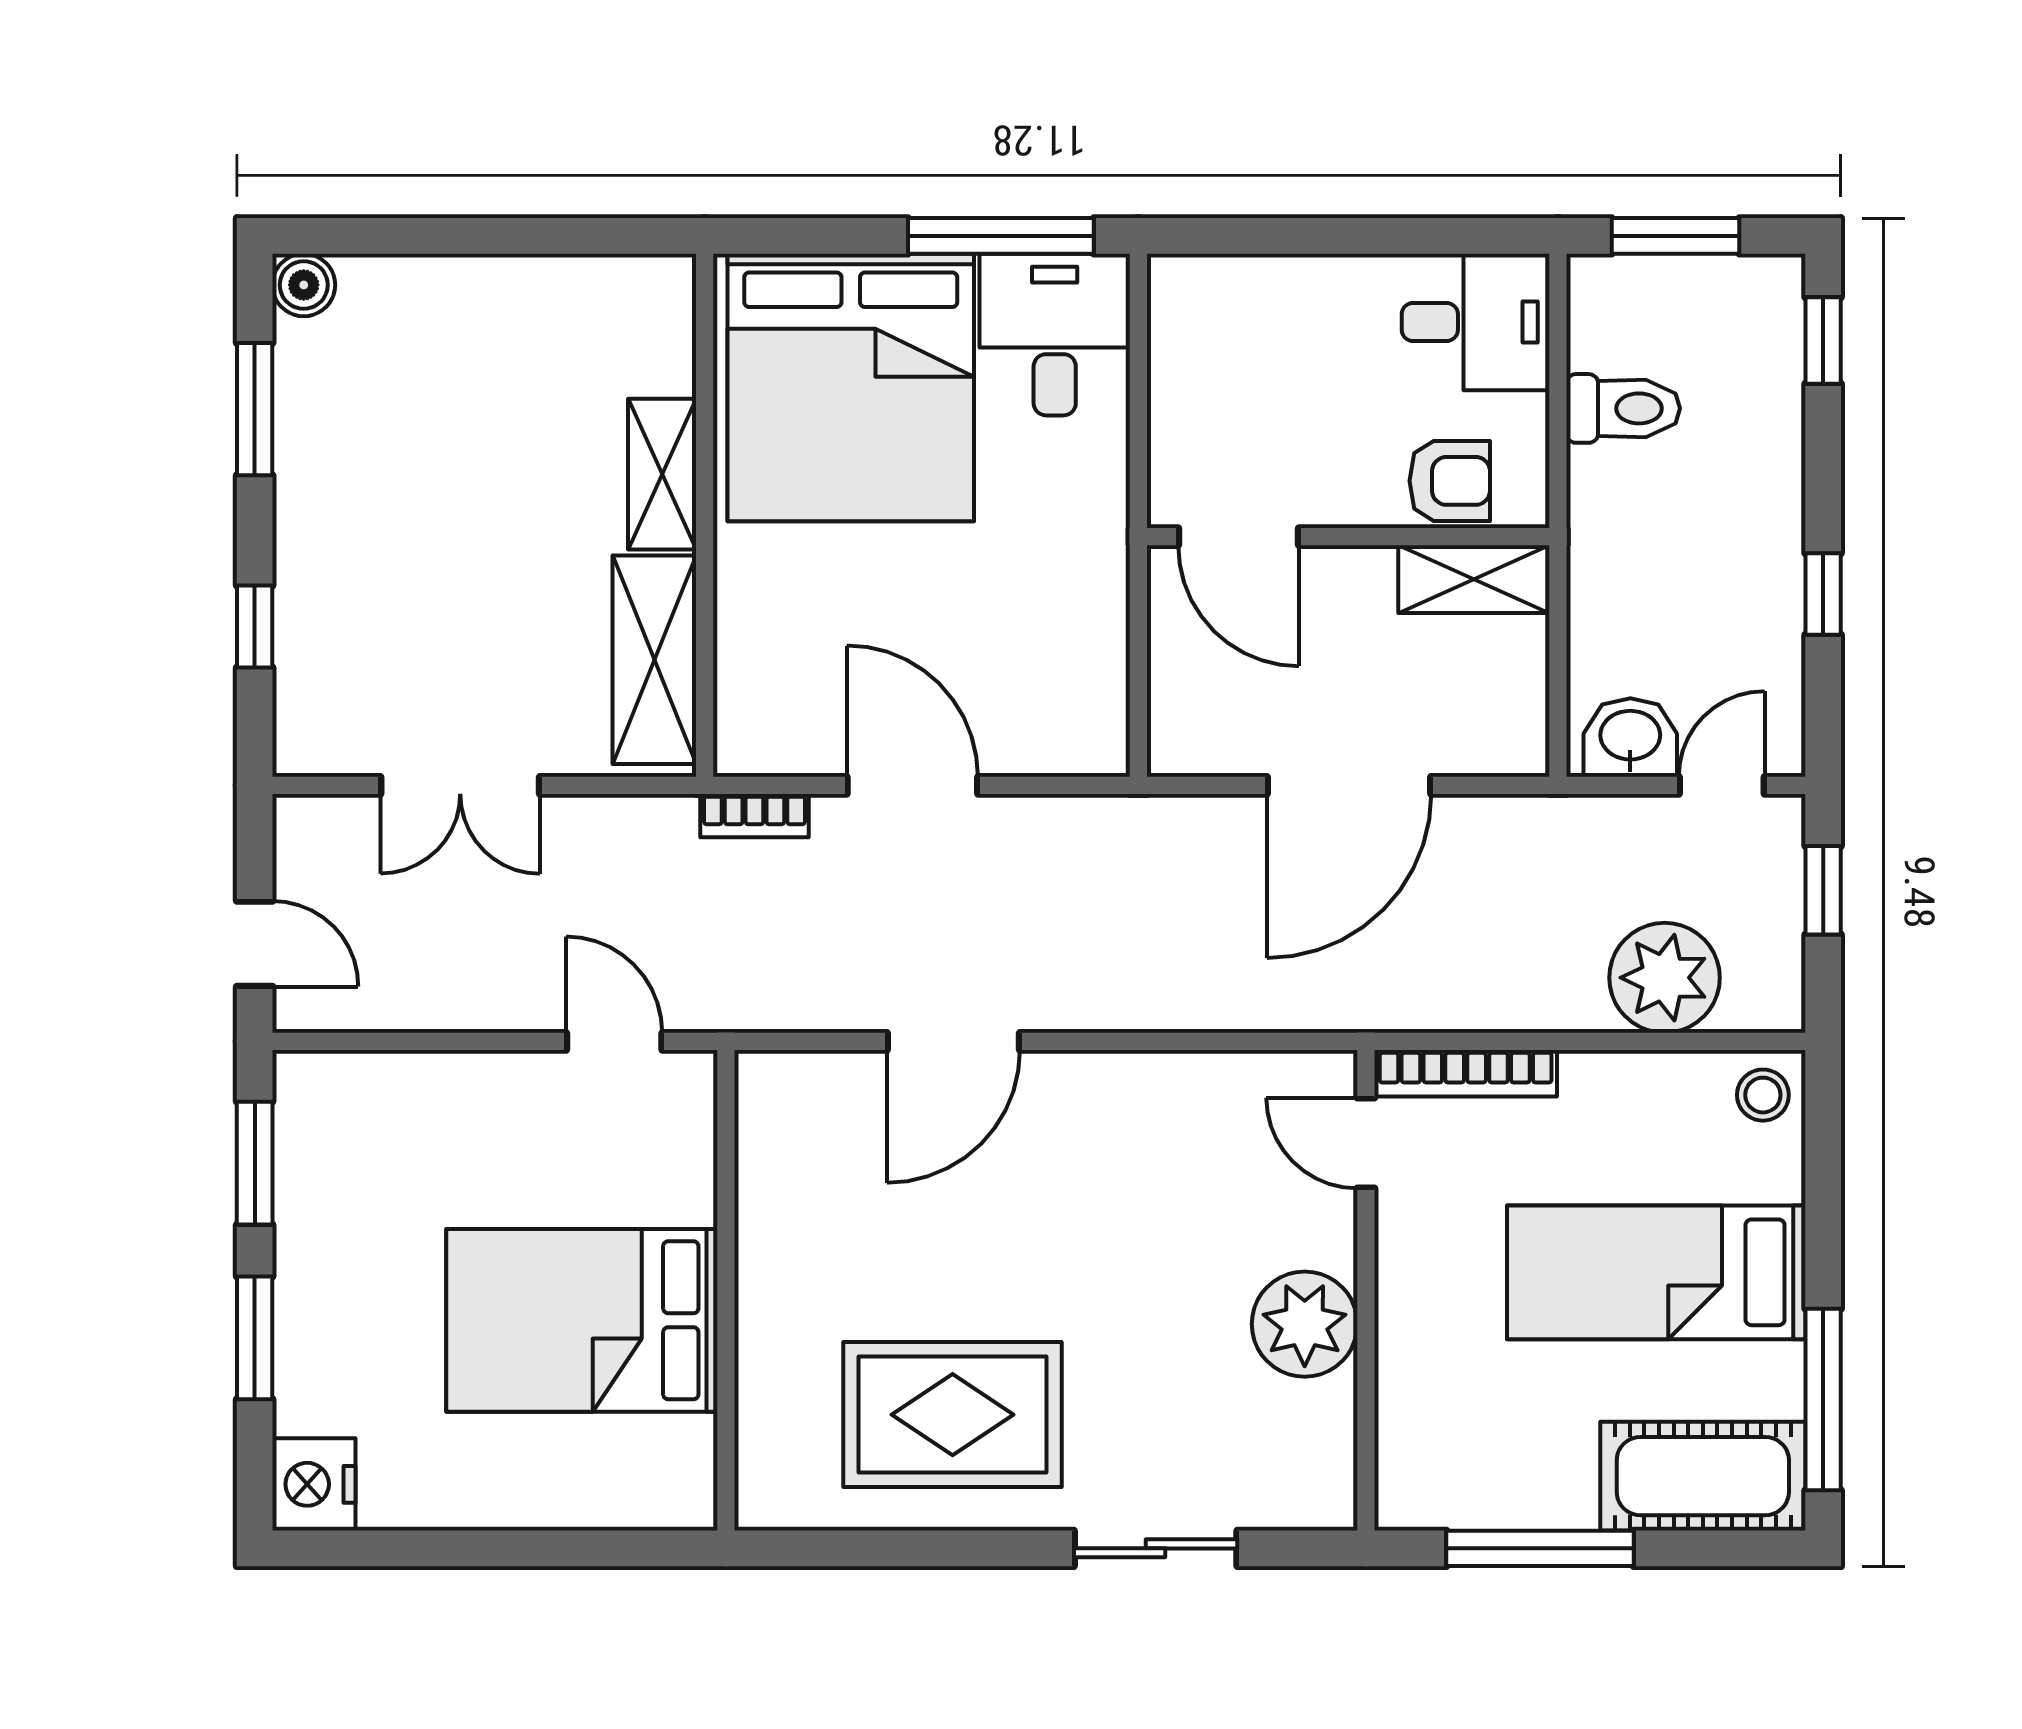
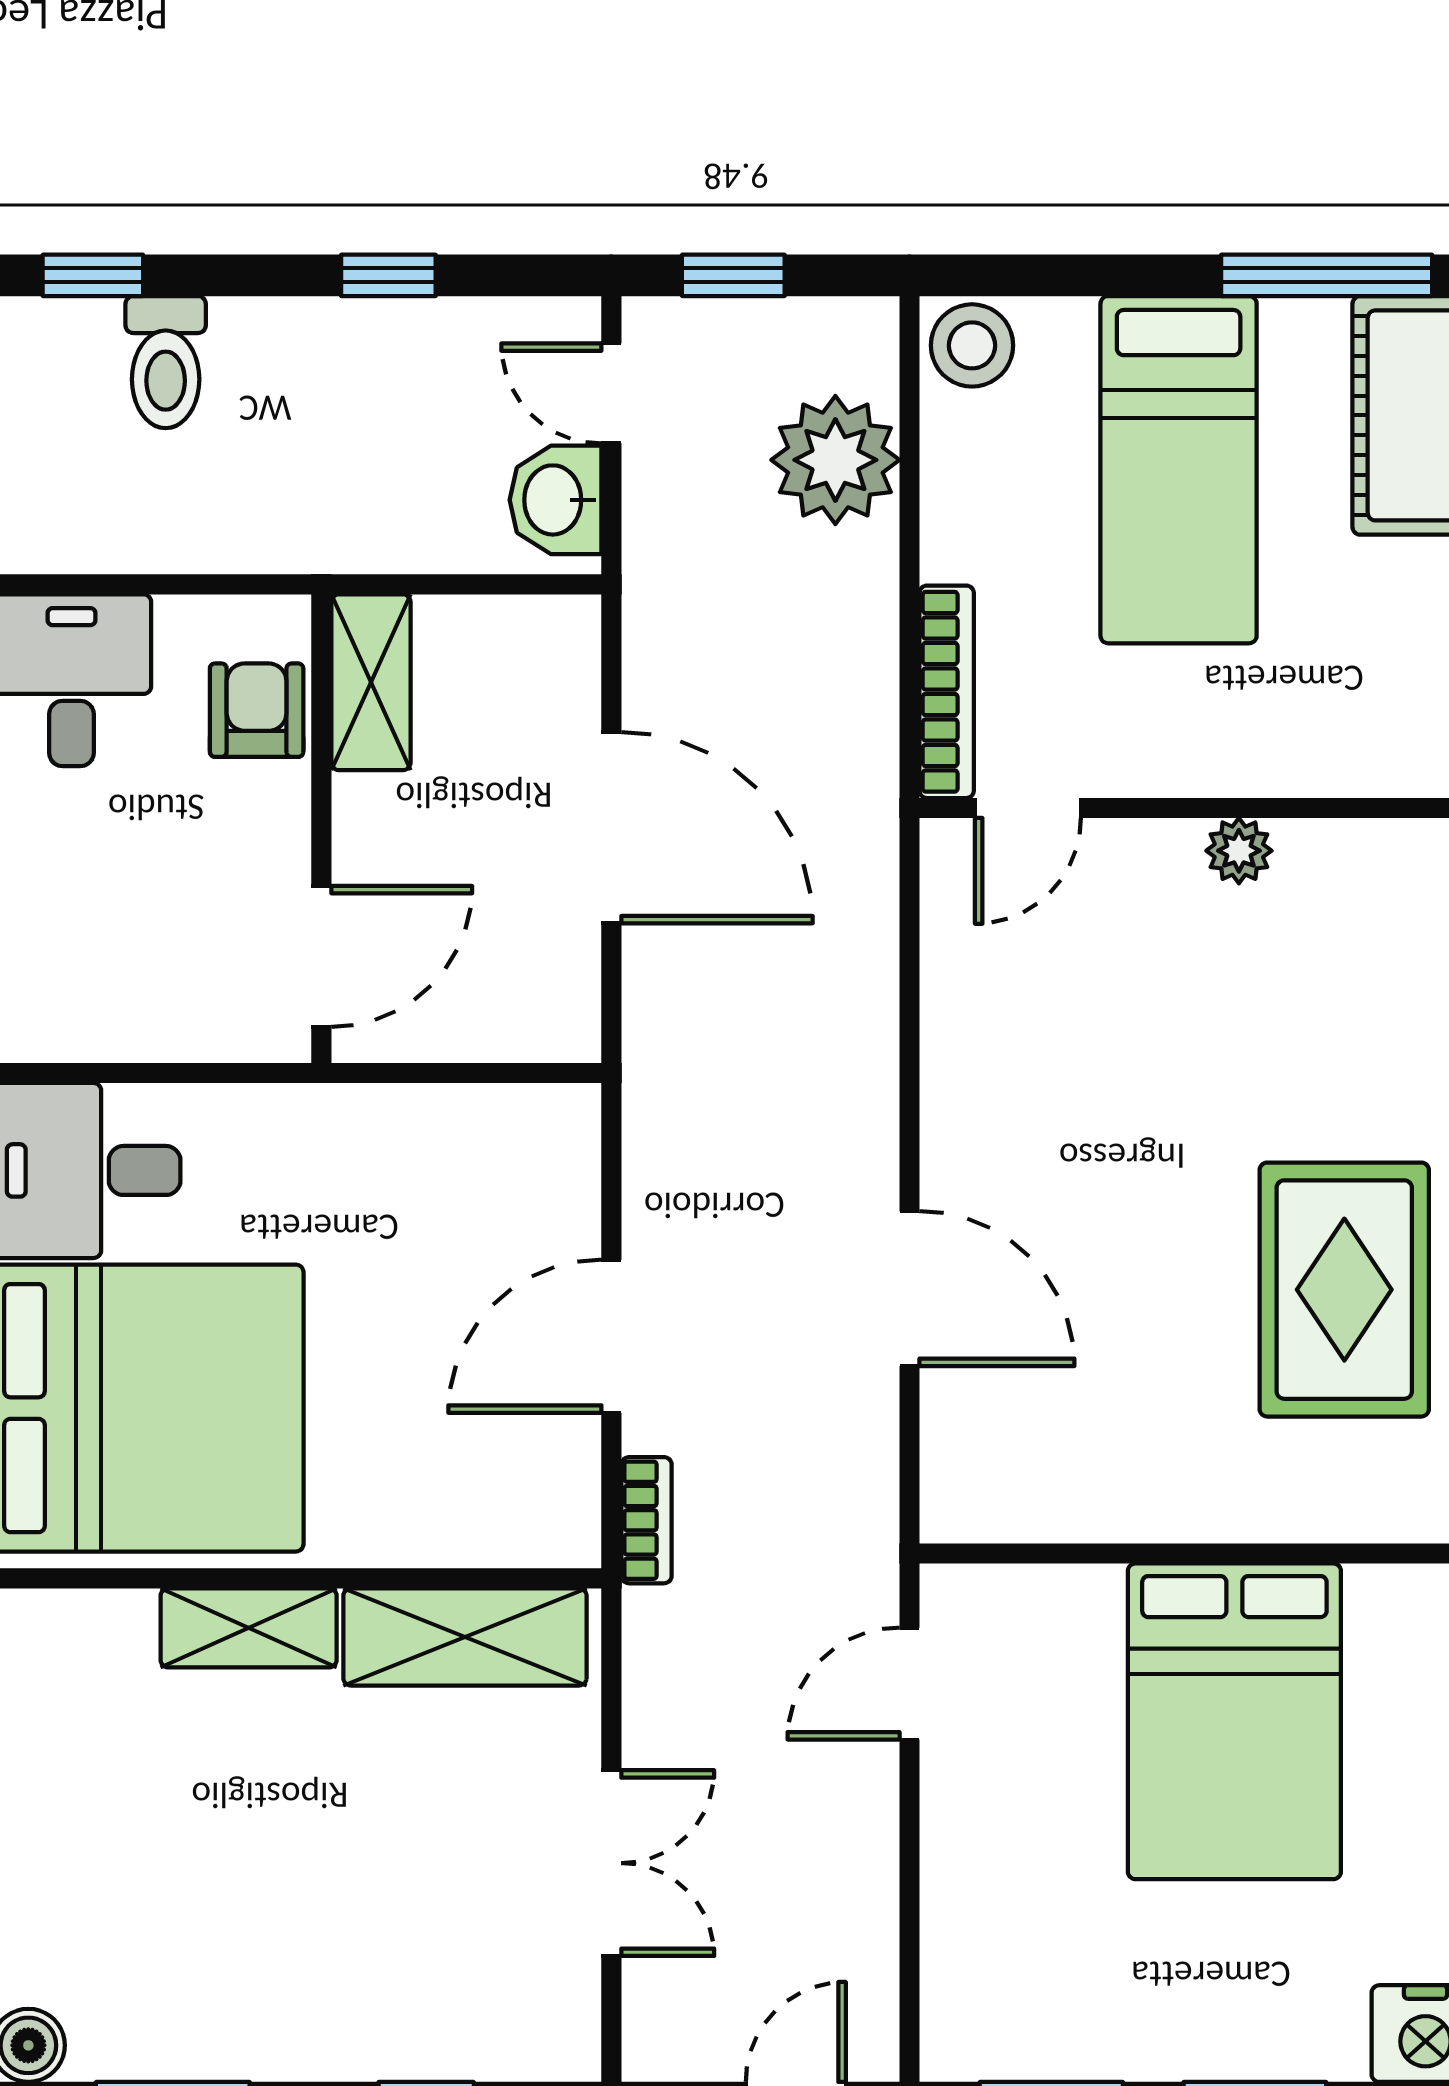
toilet: (1623, 408) -> (166, 362), moved, turned 180
stool: (1763, 1095) -> (972, 345), width x1.37, depth x1.37
plant: (1305, 1324) -> (1239, 851), width x0.53, depth x0.53

